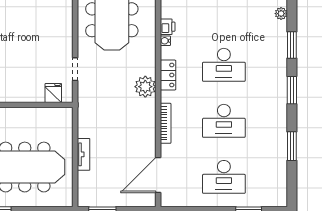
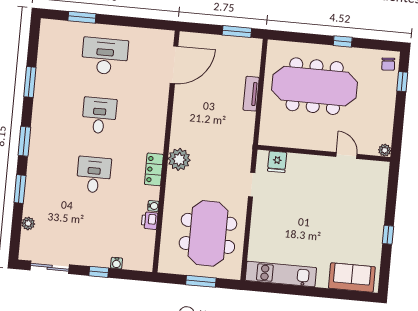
desk: (224, 65) -> (94, 175), width x0.73
desk: (224, 121) -> (99, 115), width x0.73
bookcase: (166, 123) -> (161, 119), removed

